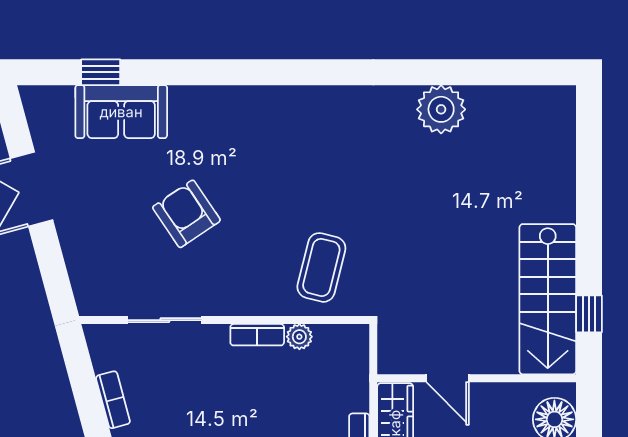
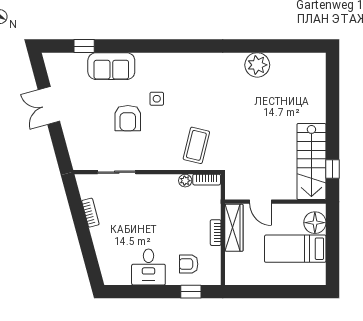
sofa: (121, 112) -> (111, 66), moved
side table: (243, 176) -> (157, 99), added
armchair: (186, 214) -> (128, 118), turned -146
bookcase: (257, 335) -> (207, 180), moved

